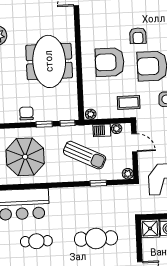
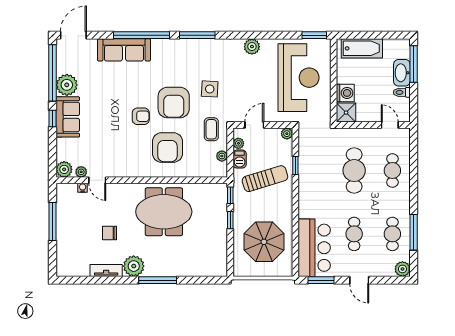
chair: (26, 113) -> (110, 233), moved
plant: (91, 114) -> (222, 156), moved
sun lounger: (85, 155) -> (265, 179), turned 47

